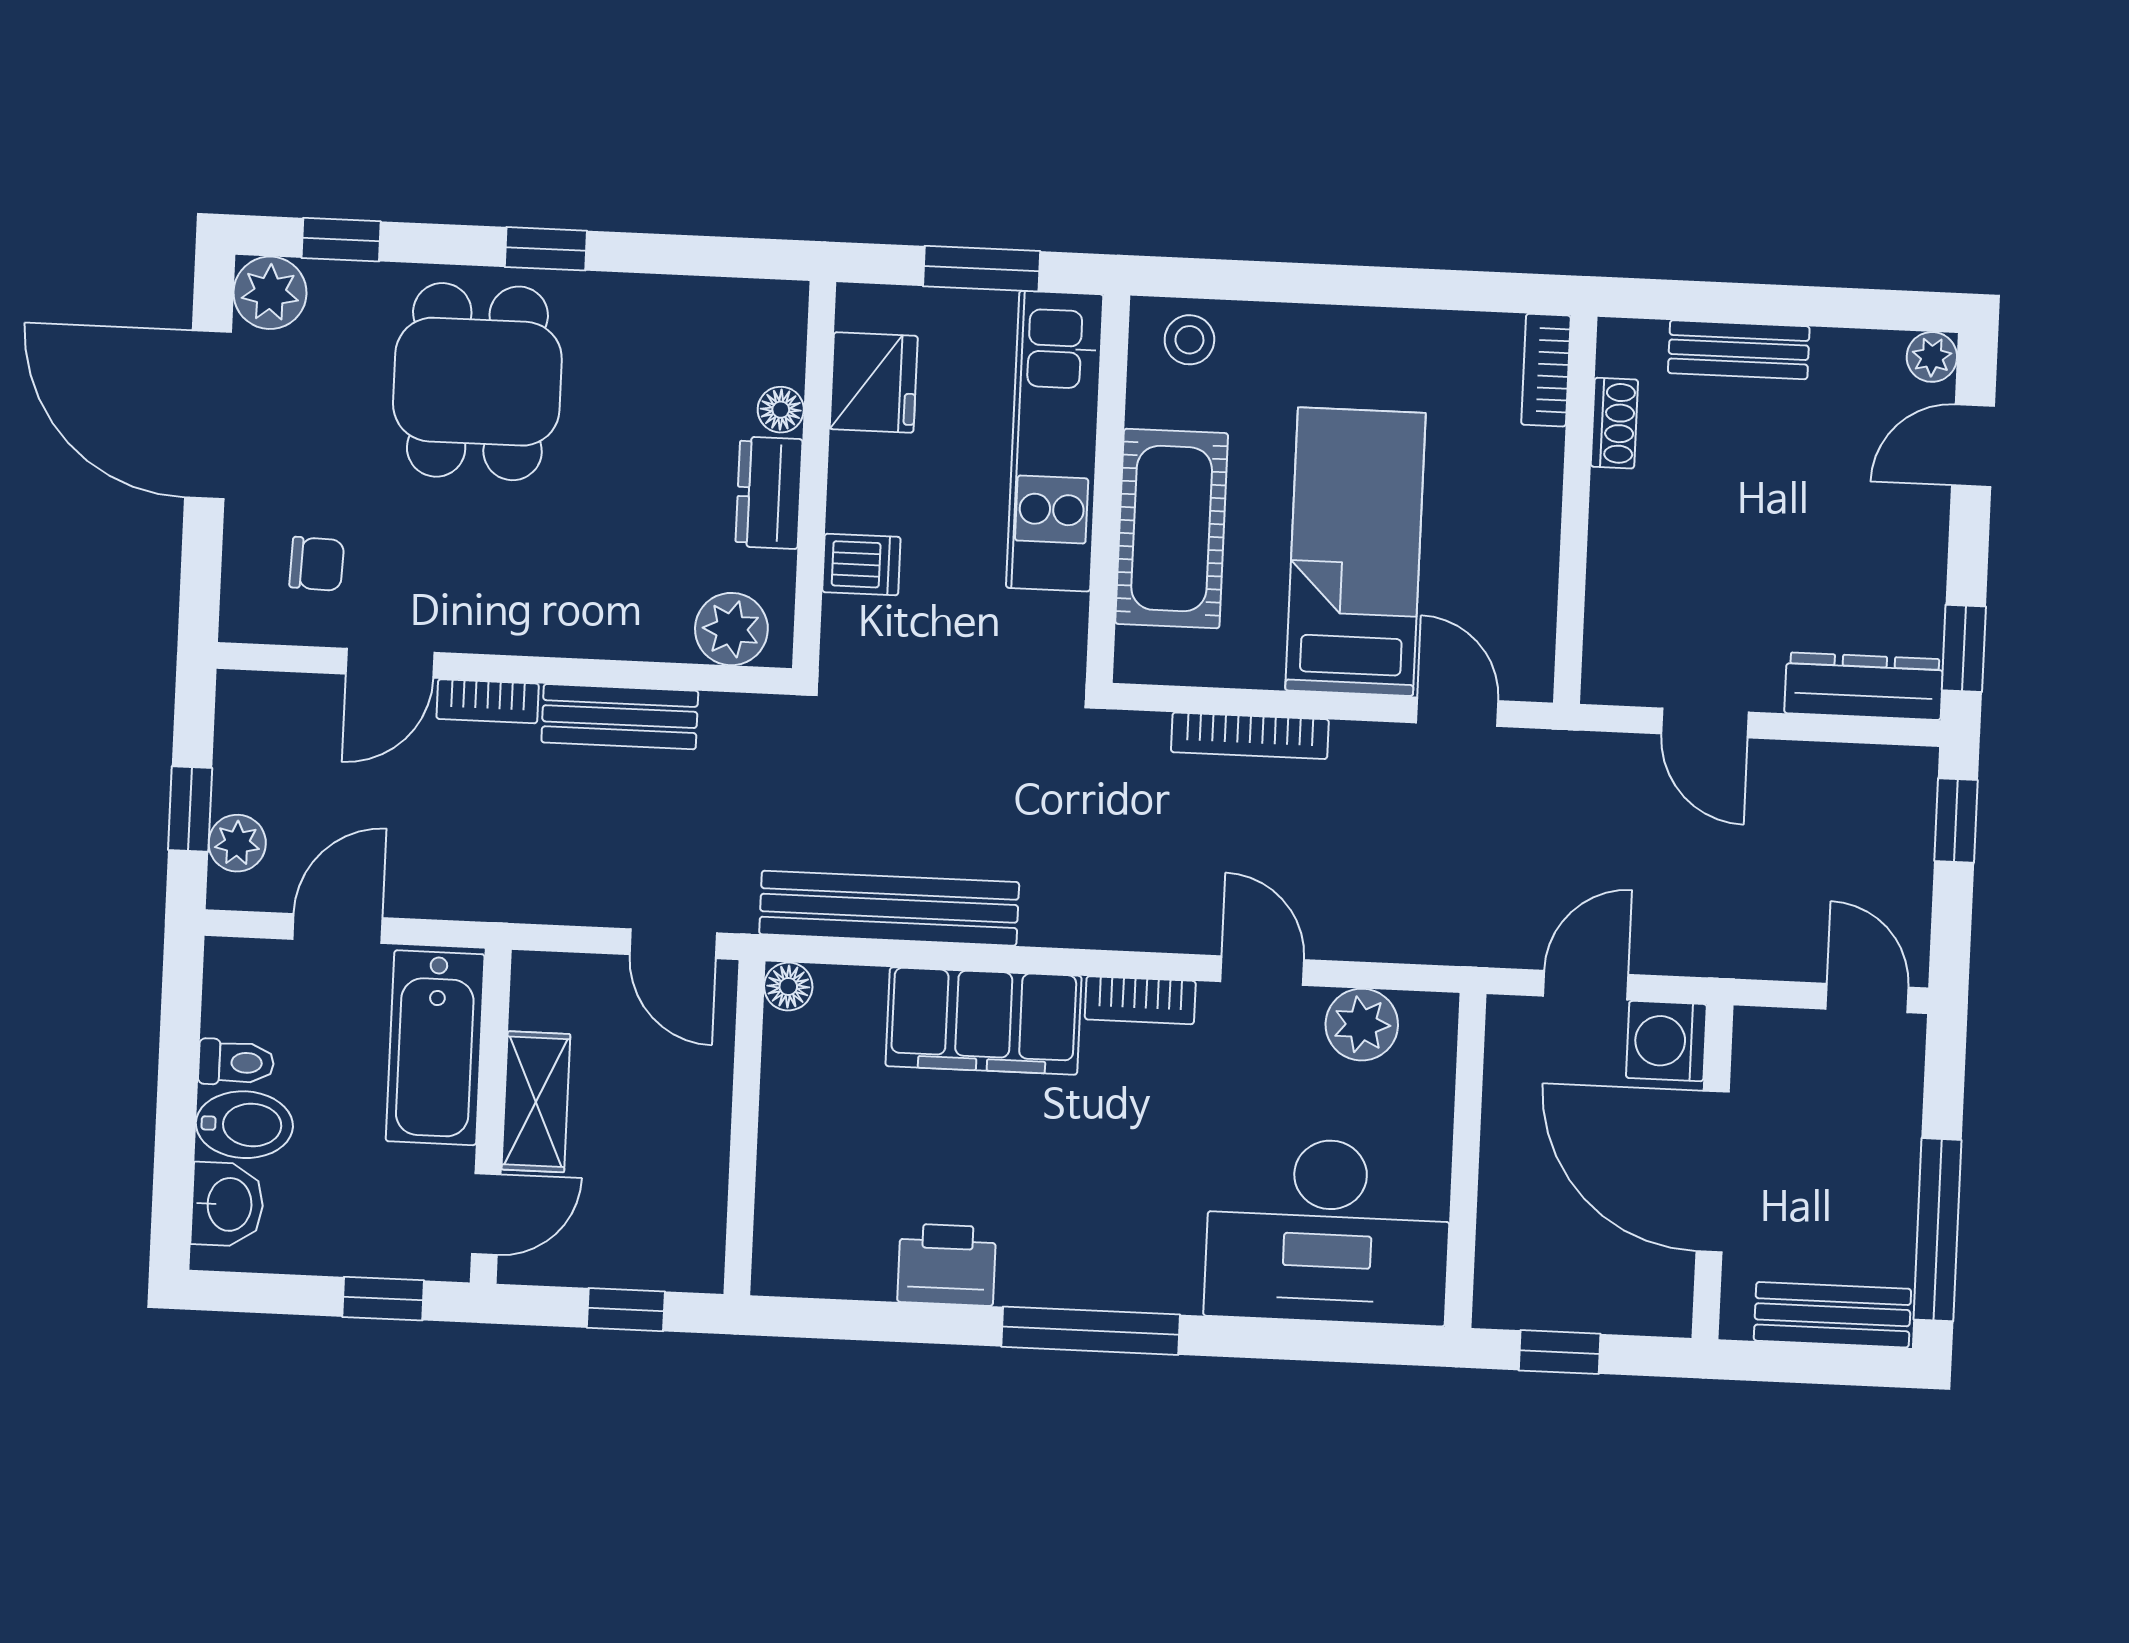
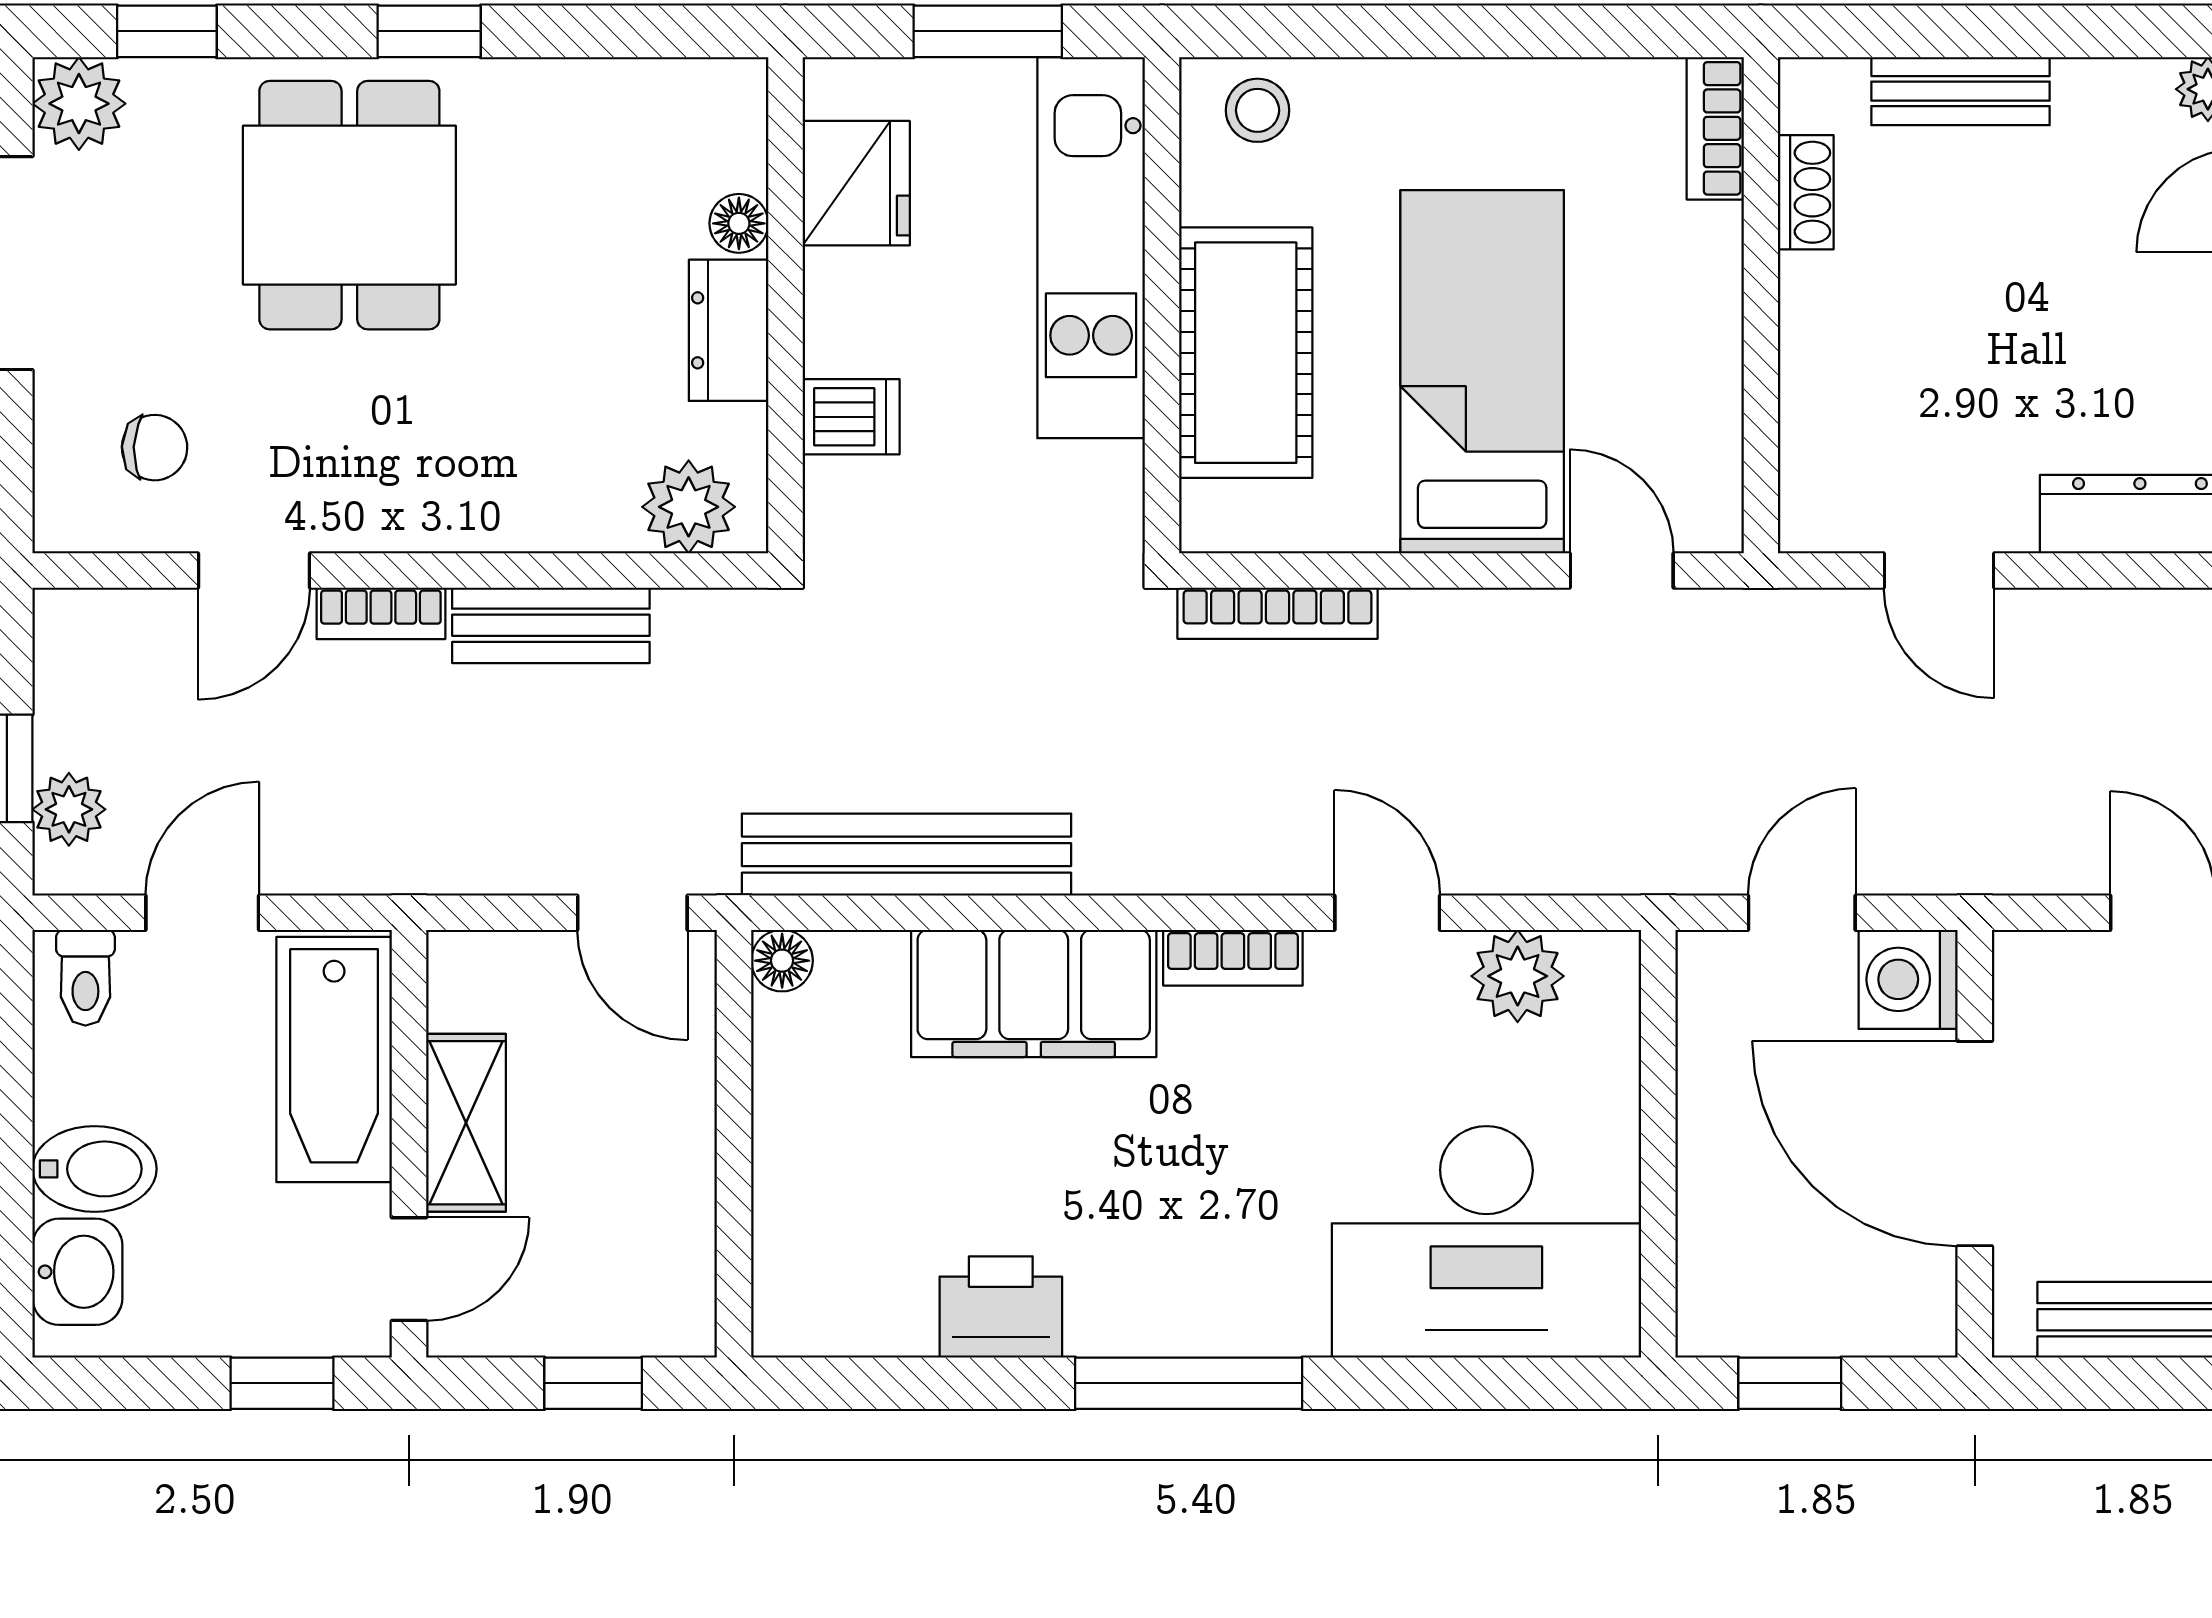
bookcase: (1250, 736) -> (1277, 613), moved
toilet: (236, 1062) -> (85, 978), moved, turned 90

